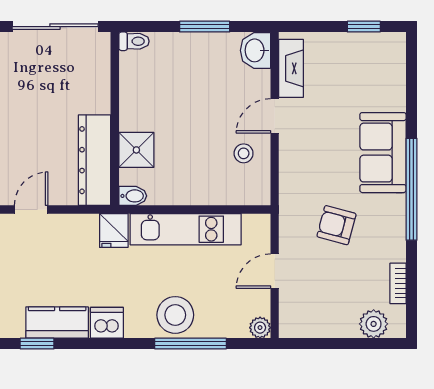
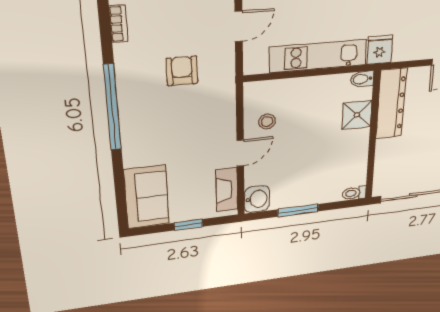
window: (364, 27) -> (188, 225), moved
sofa: (383, 153) -> (147, 197), moved
armchair: (336, 225) -> (182, 71), turned -105

